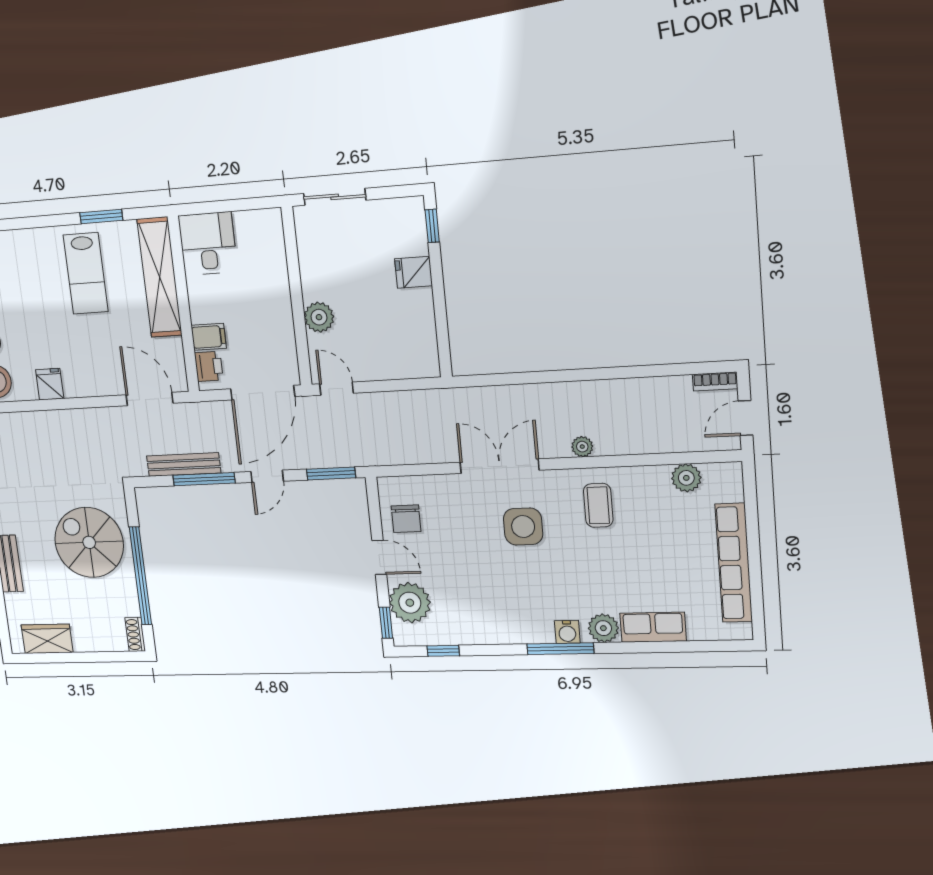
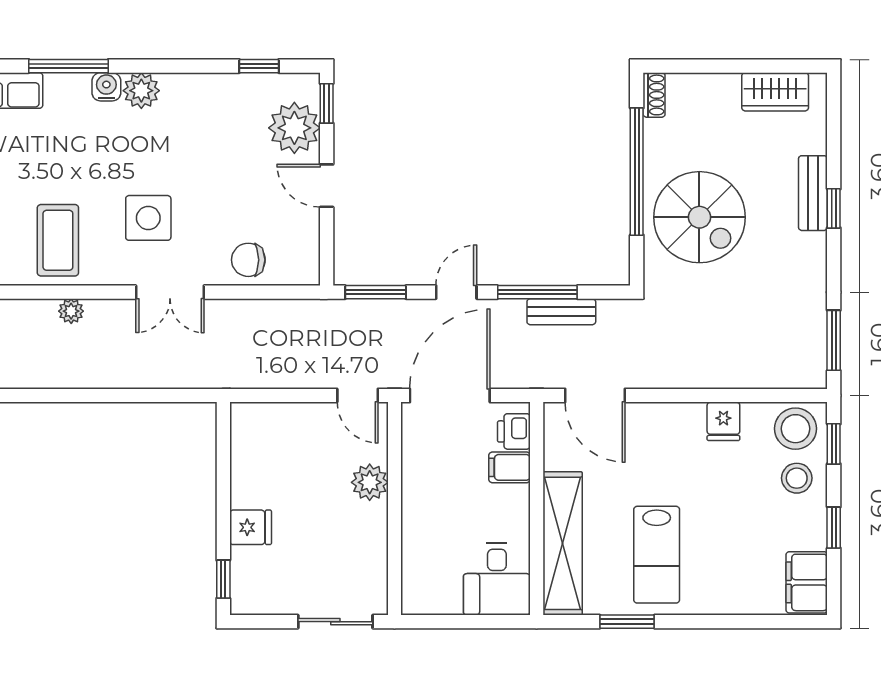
lab bench: (86, 273) -> (657, 555), turned 180
bench: (184, 464) -> (561, 312), width x0.73
double door: (499, 466) -> (170, 292), width x0.73
coffee table: (598, 505) -> (58, 240), width x1.36, depth x1.30
chair: (406, 519) -> (248, 260), moved, turned -90
plant: (603, 628) -> (141, 91), moved
window: (560, 649) -> (68, 66), moved

